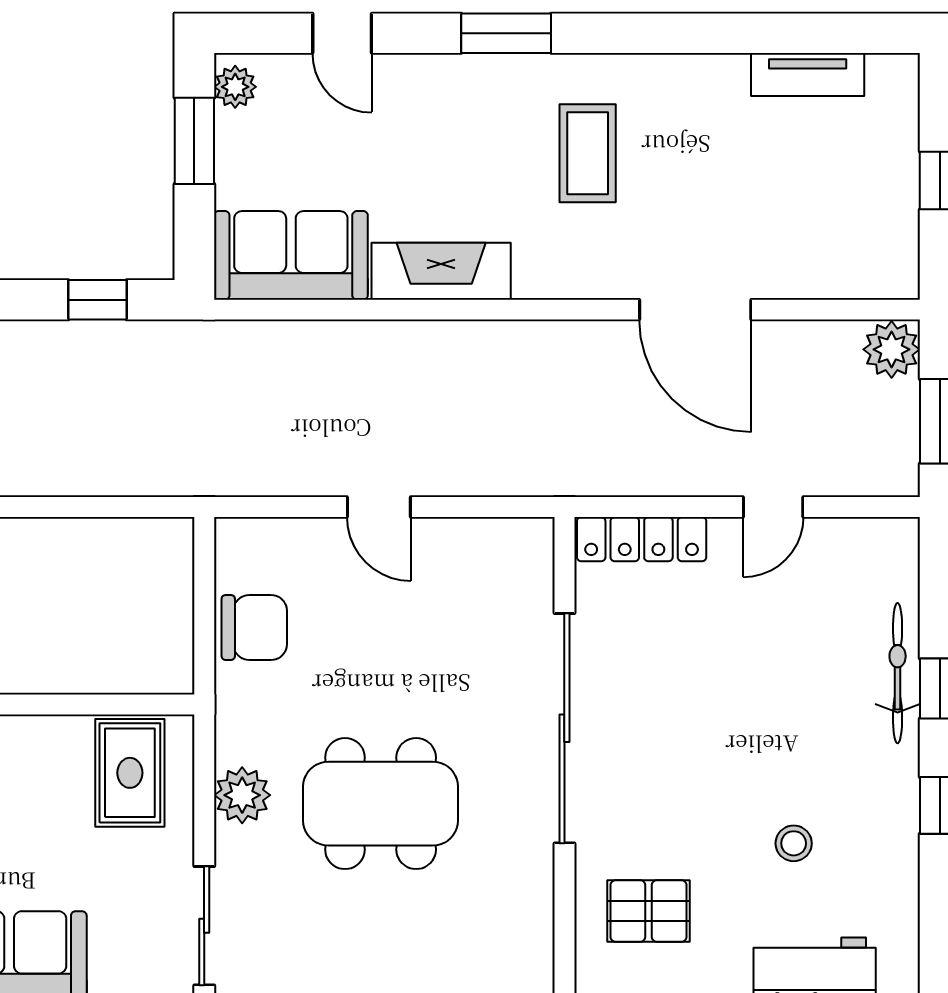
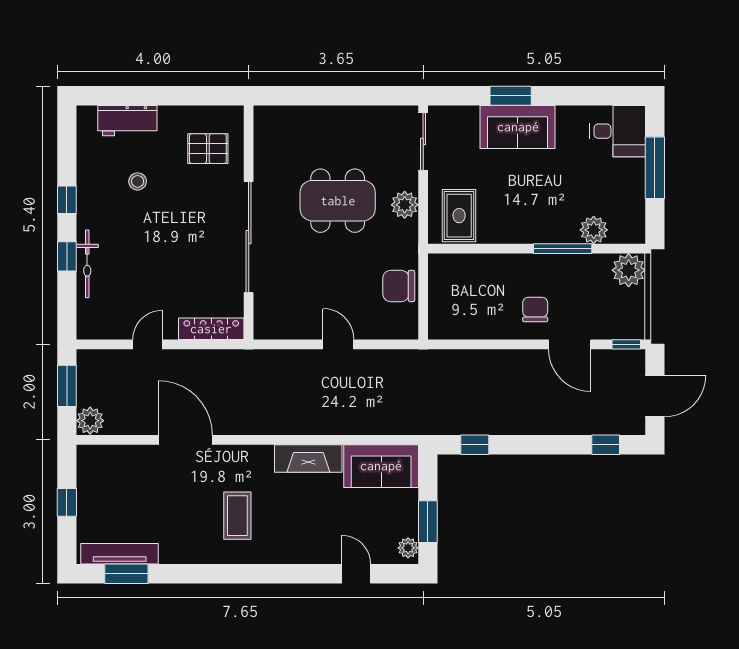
window: (506, 33) -> (126, 574), moved
tv unit: (808, 75) -> (120, 554), width x1.41

